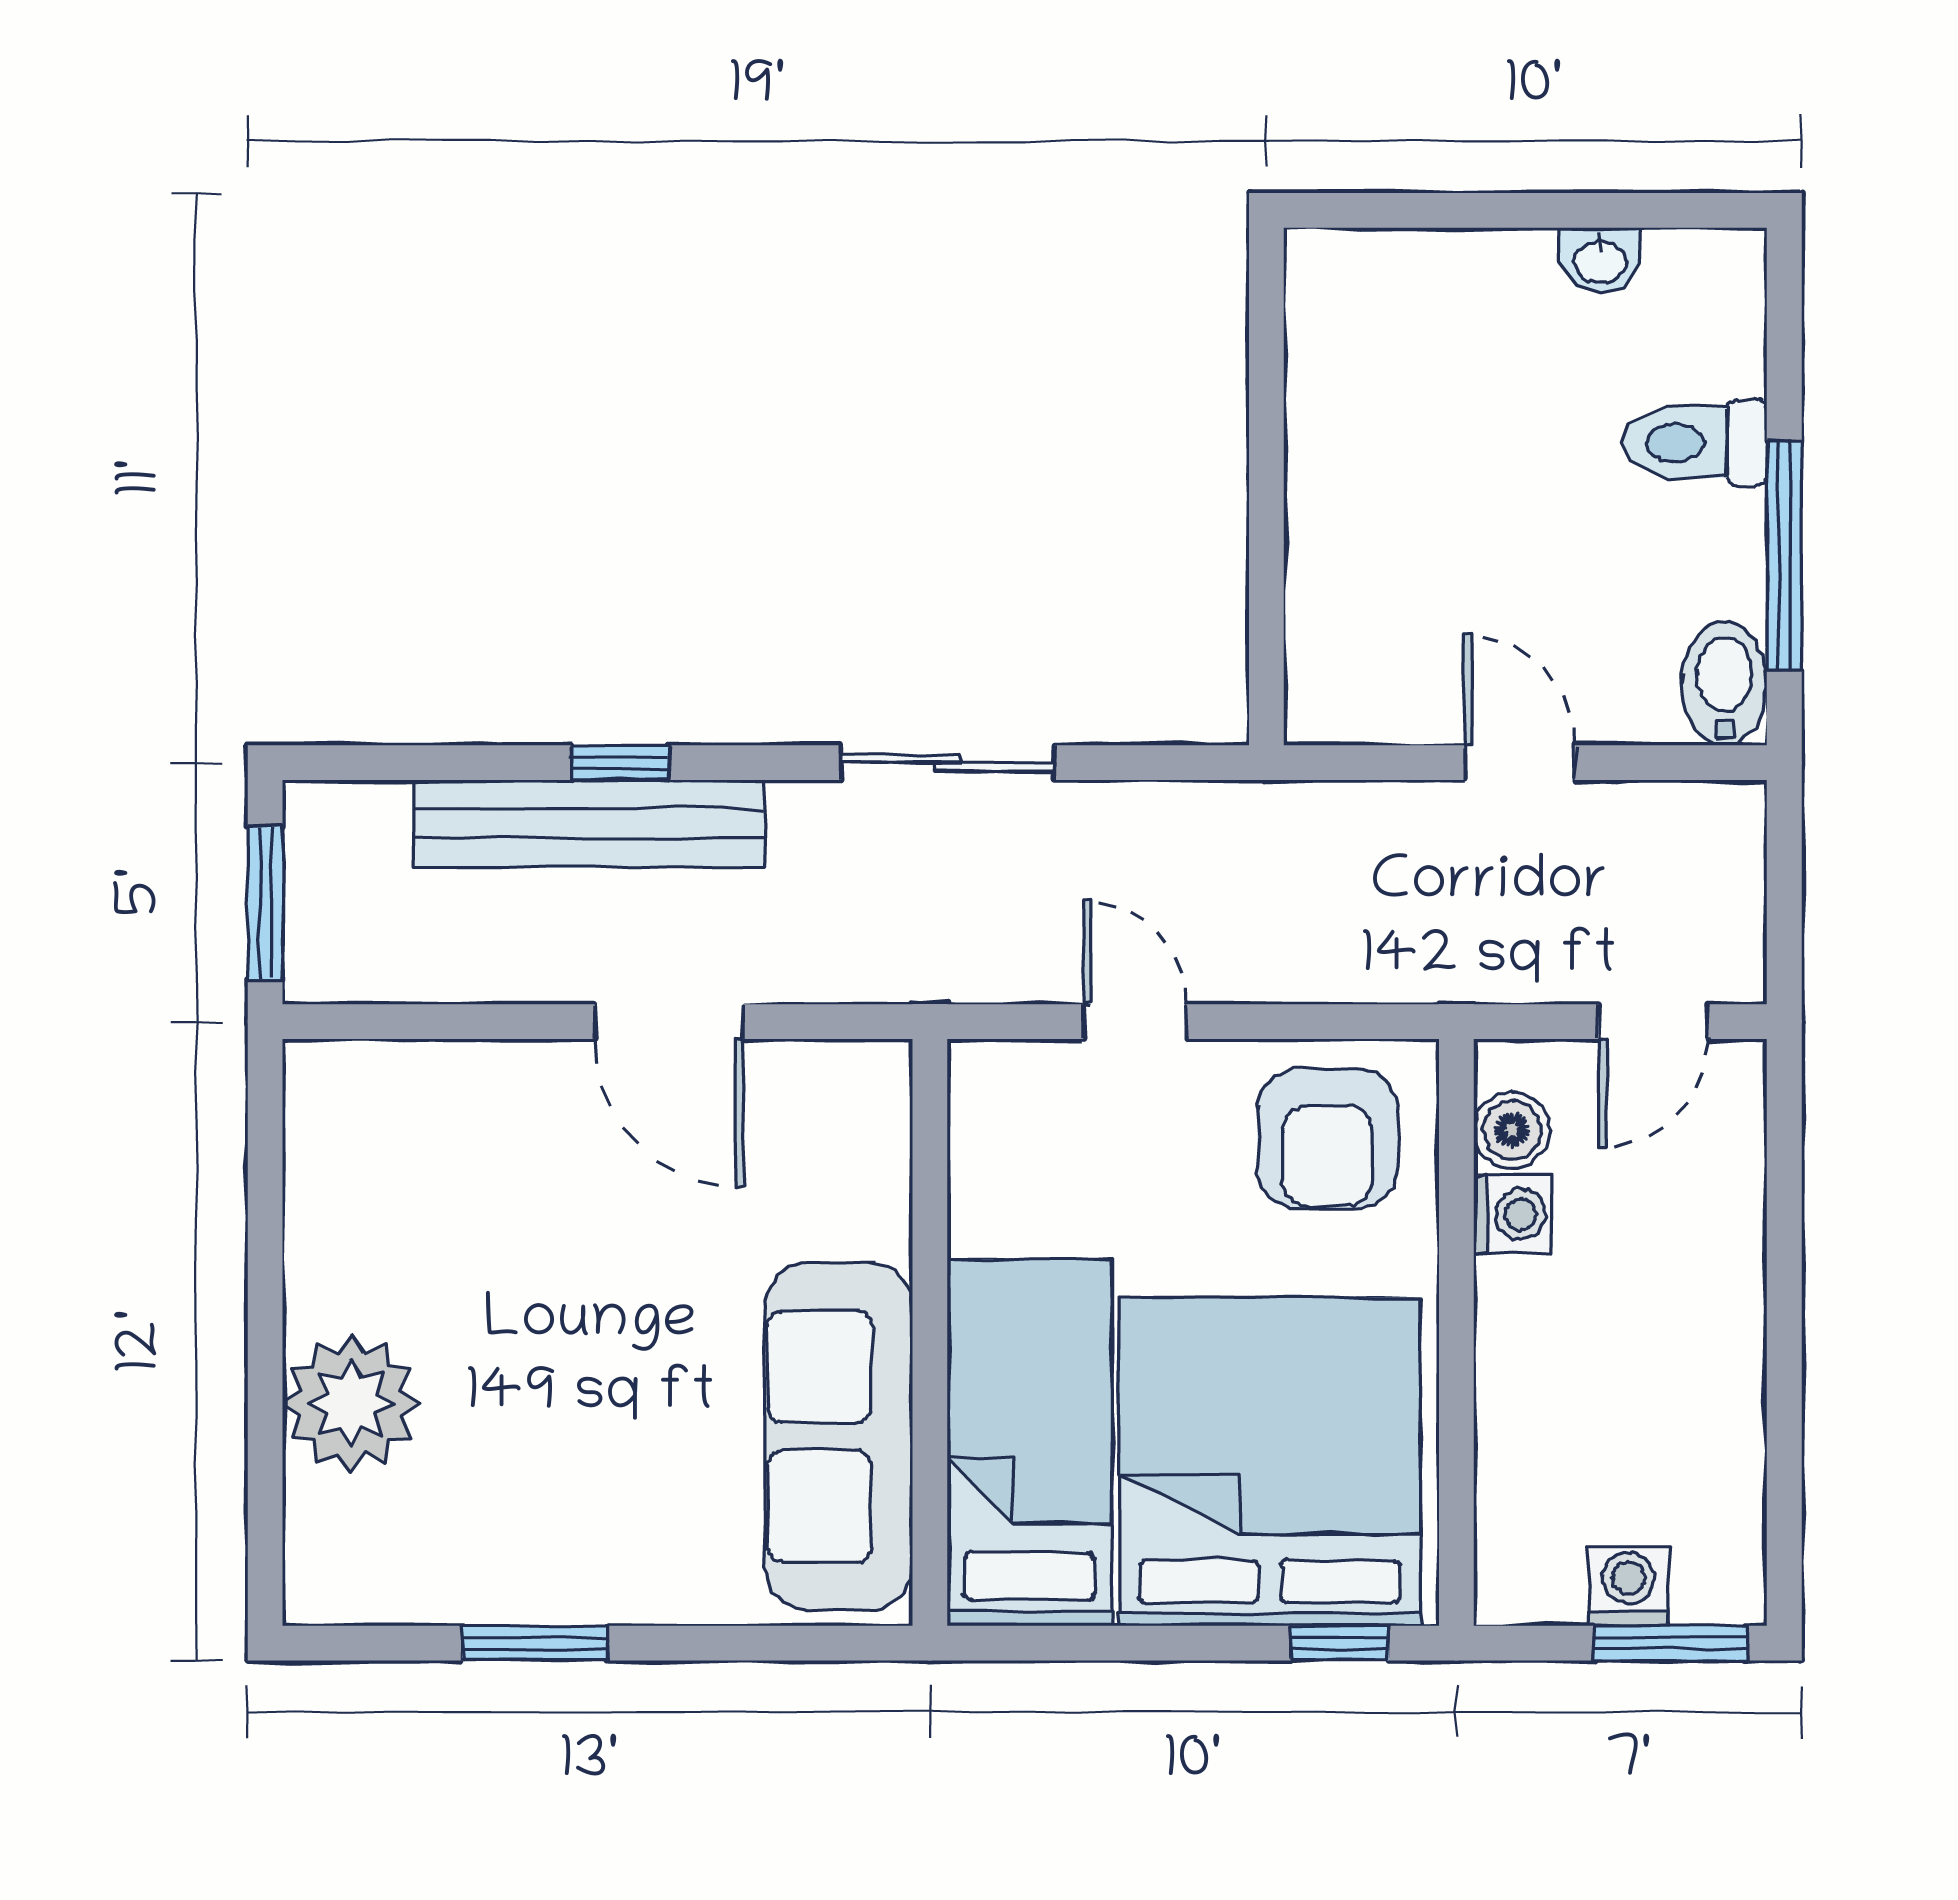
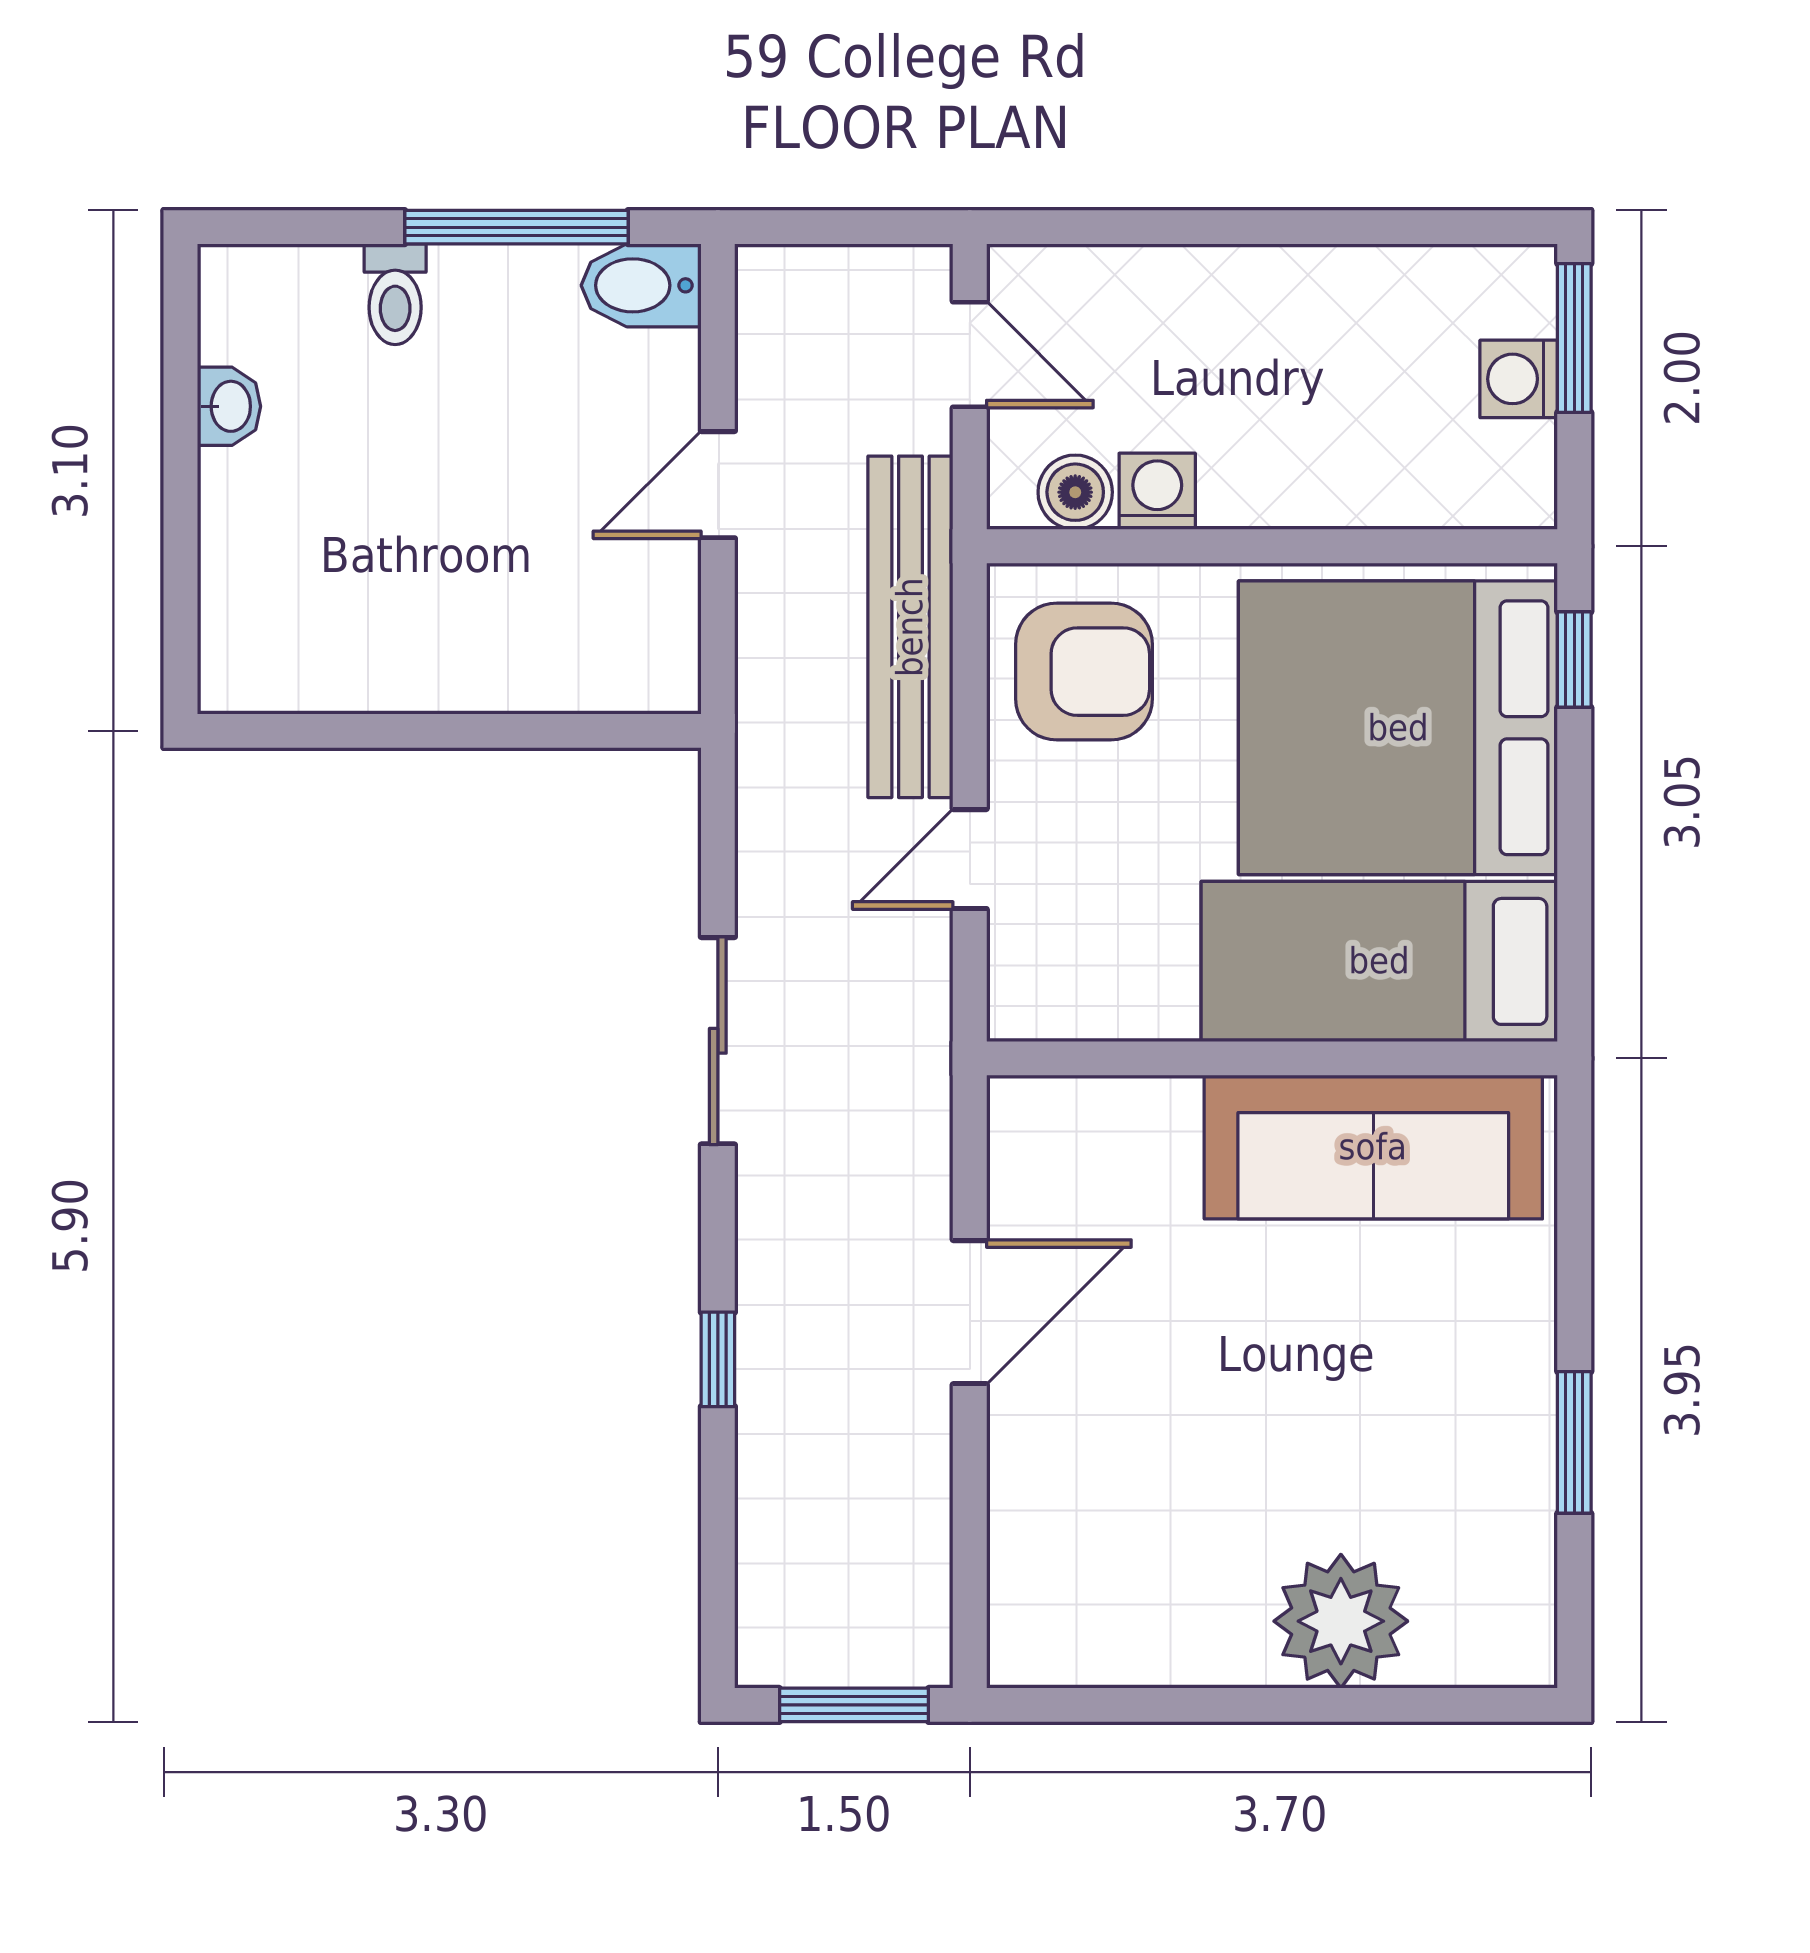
toilet: (1695, 443) -> (395, 294), width x0.73, depth x0.72
bench: (589, 824) -> (910, 627), moved

